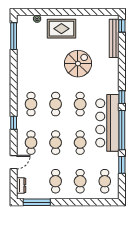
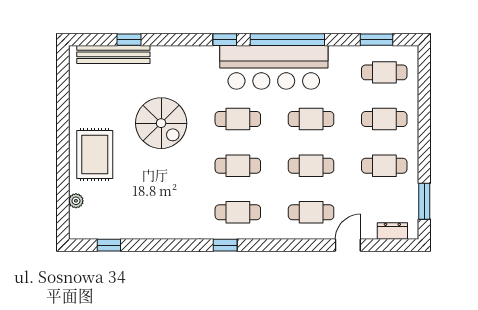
window: (122, 26) -> (129, 40), moved
window: (14, 36) -> (109, 245), width x0.46
spiral stairs: (78, 64) -> (161, 123), turned 180
window: (14, 123) -> (225, 245), moved
door: (14, 162) -> (348, 245), hinge flipped
window: (122, 165) -> (377, 40), moved
window: (37, 202) -> (424, 201), width x0.69

